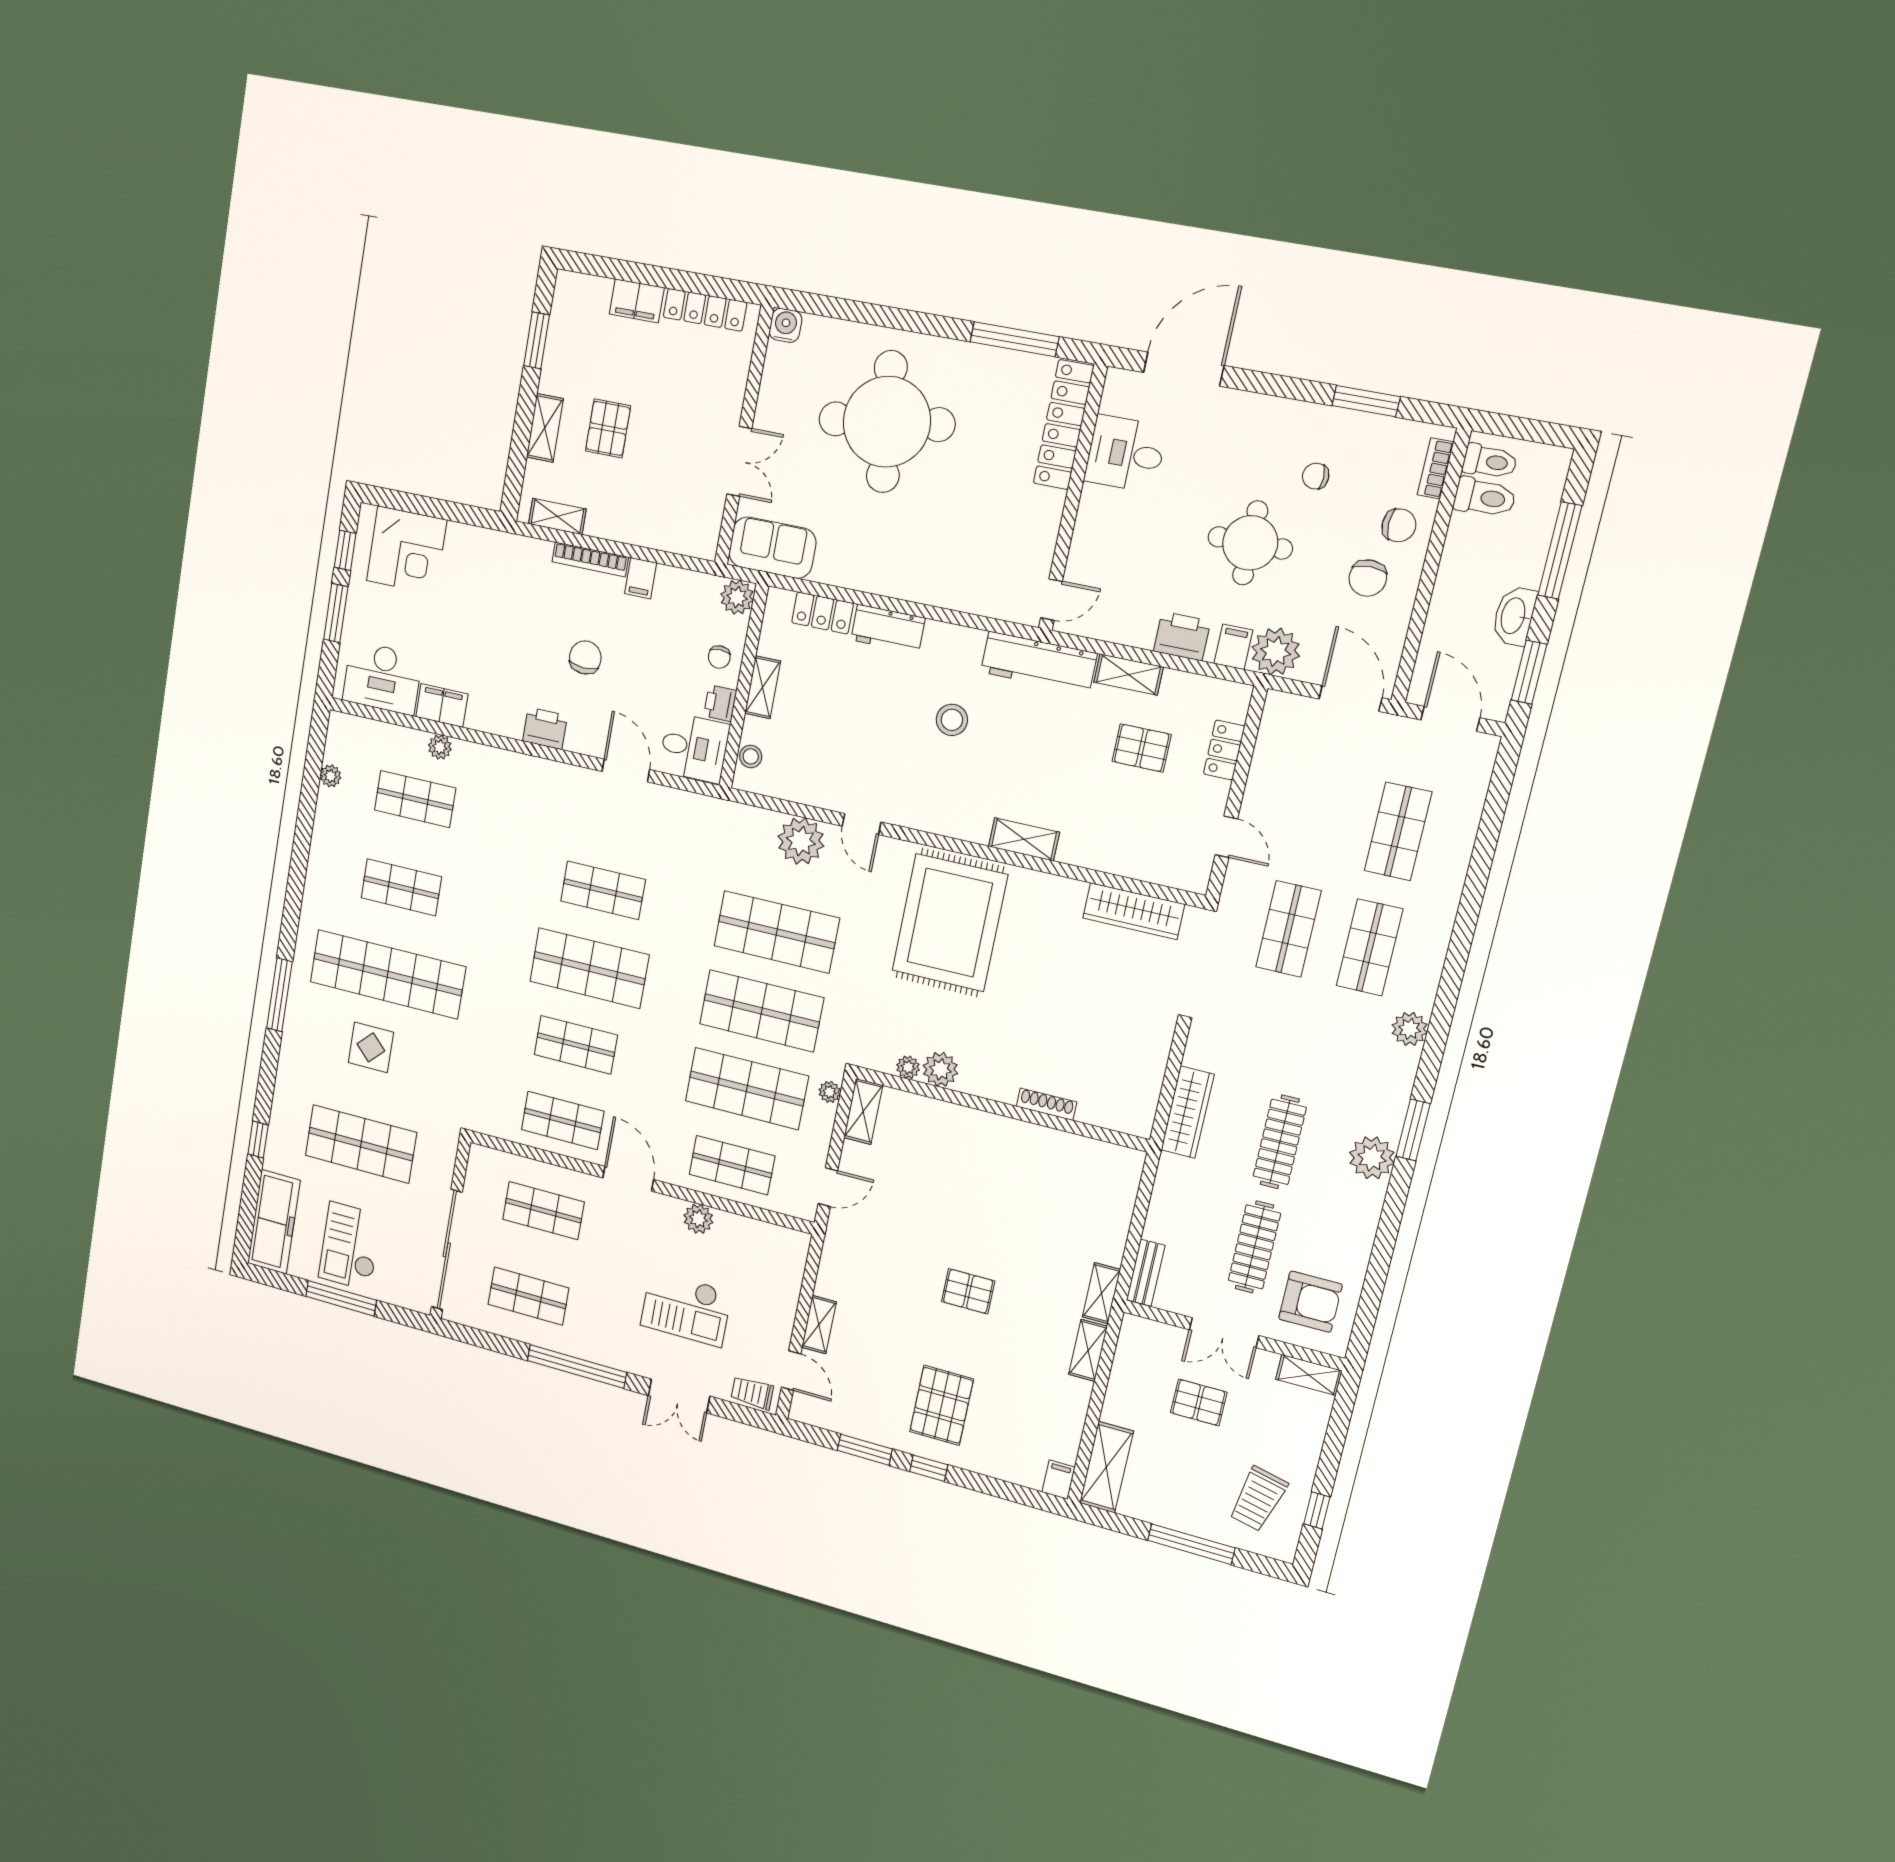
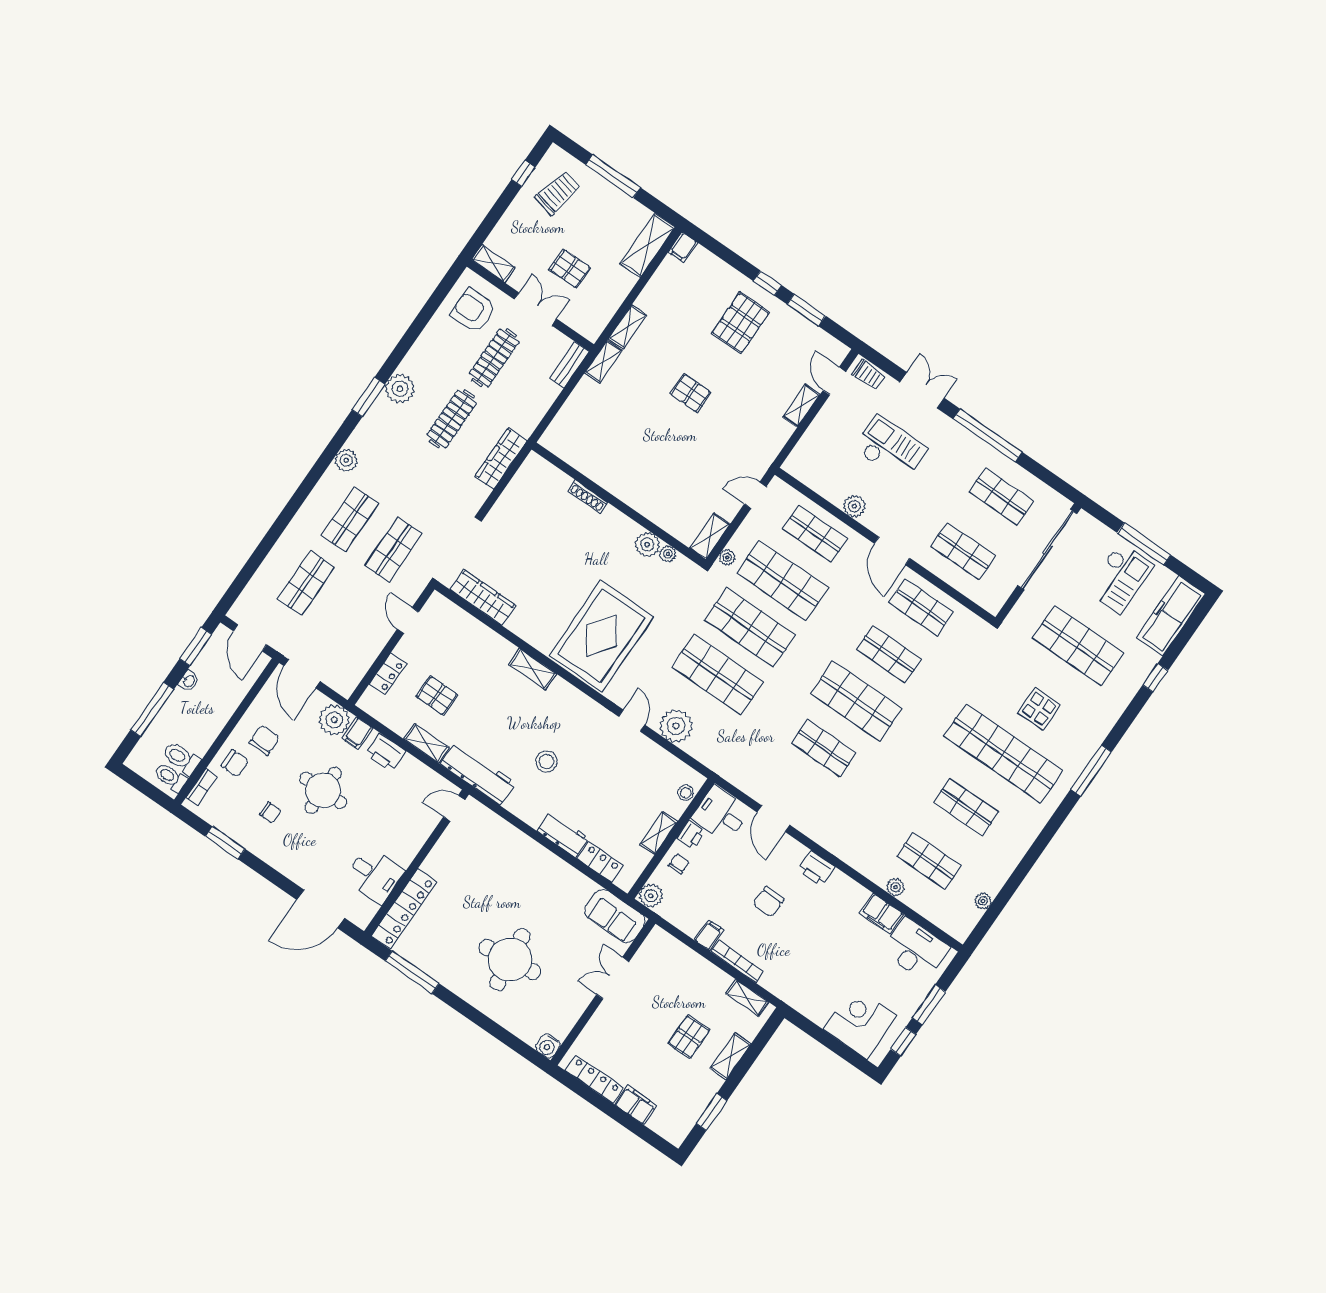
round table: (887, 422) -> (510, 960), width x0.73, depth x0.73
chair: (1399, 525) -> (235, 763), turned 180
washbasin: (1514, 616) -> (189, 681), width x0.52, depth x0.69

